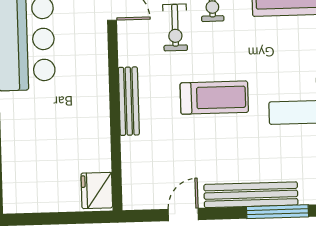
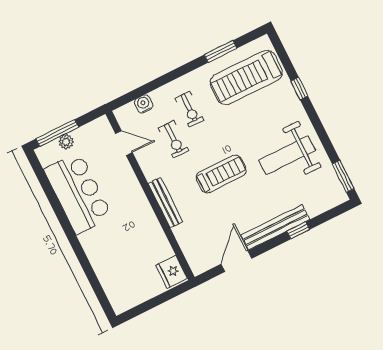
window: (278, 212) -> (298, 230), width x0.46
door: (183, 214) -> (236, 261), width x1.38

